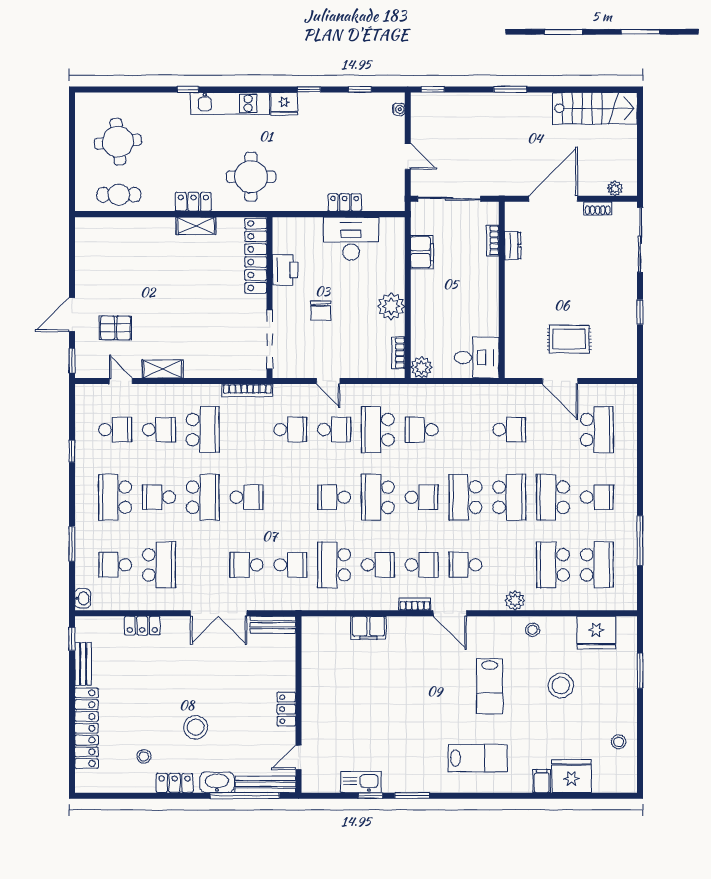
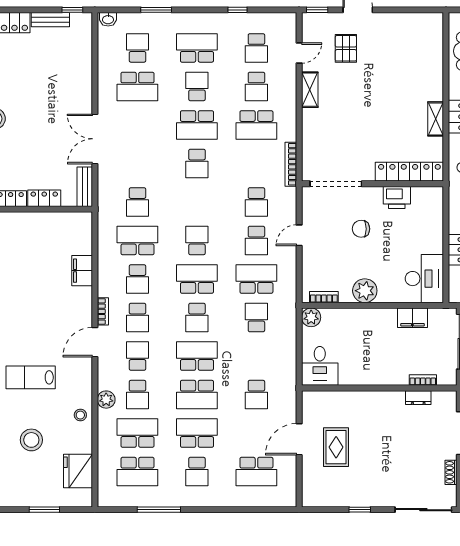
desk: (351, 239) -> (424, 279), moved
school desk: (247, 565) -> (137, 395), moved, turned 180
locker: (142, 626) -> (44, 198), moved, turned 90

